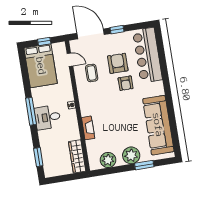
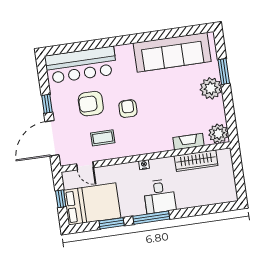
door: (70, 60) -> (85, 166), swing flipped
armchair: (126, 83) -> (128, 109), moved, turned -90
fireplace: (88, 128) -> (189, 142), moved
wardrobe: (77, 156) -> (196, 161), moved
window: (38, 157) -> (112, 223), moved
plant: (108, 160) -> (218, 134), moved

